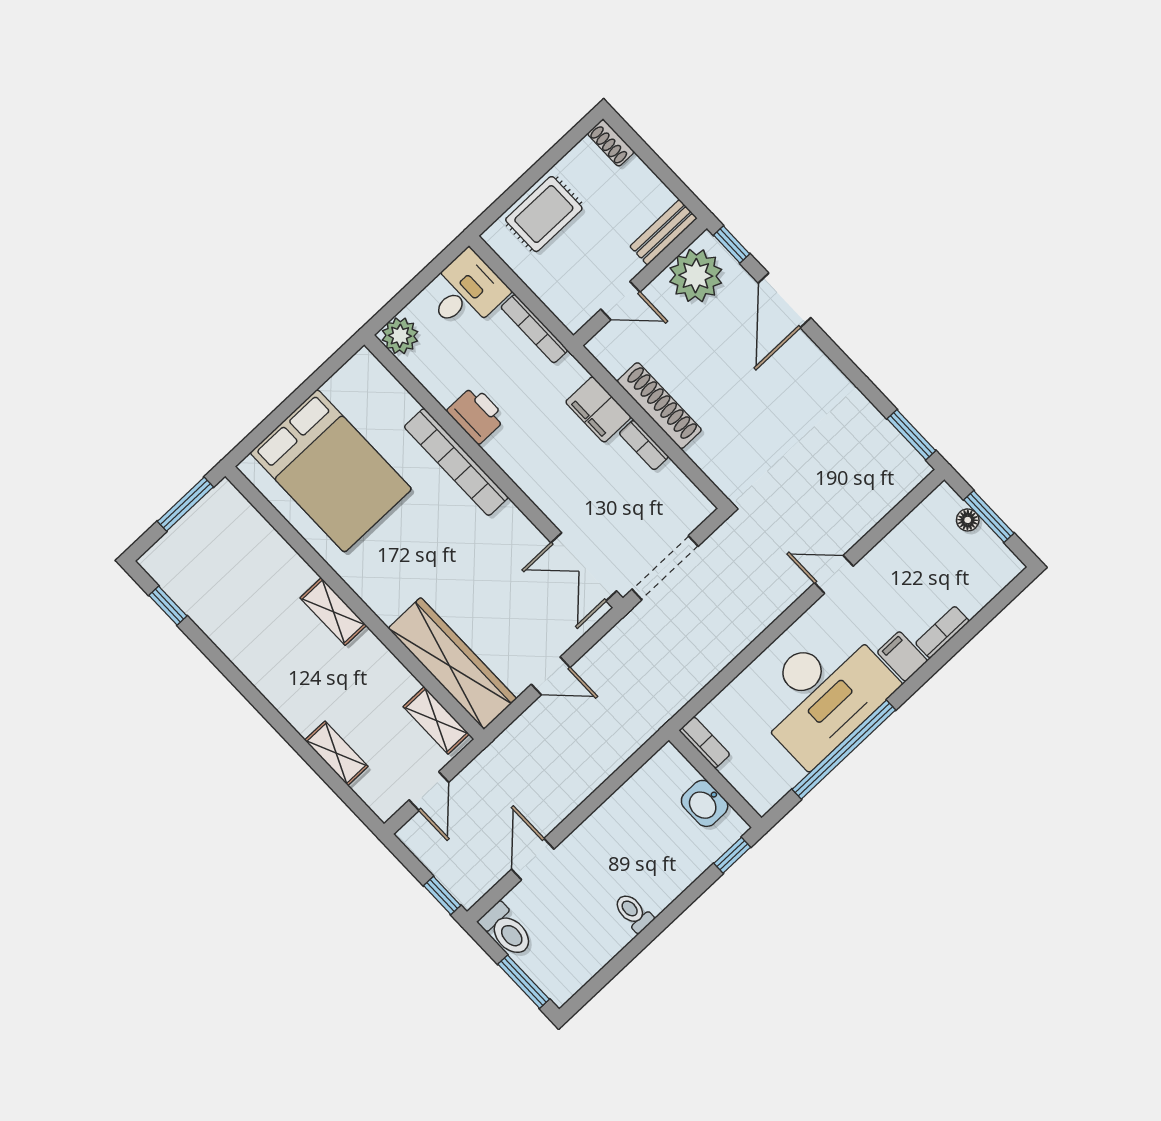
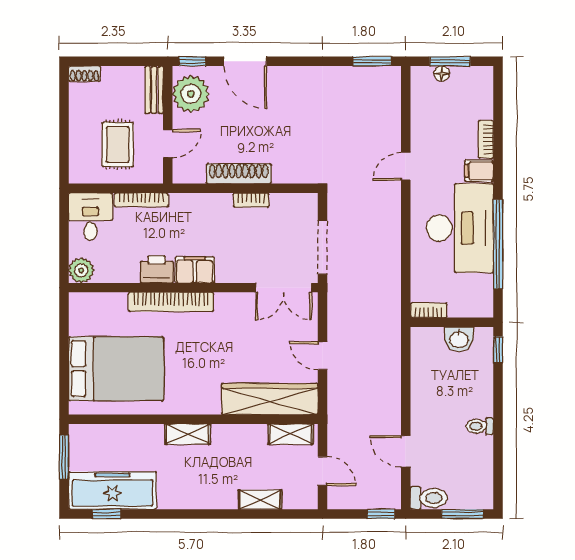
rug: (544, 214) -> (118, 145), moved
filing cabinet: (598, 410) -> (195, 270), moved, turned 180
freezer: (199, 589) -> (112, 490), added
door: (551, 676) -> (323, 356), swing flipped

